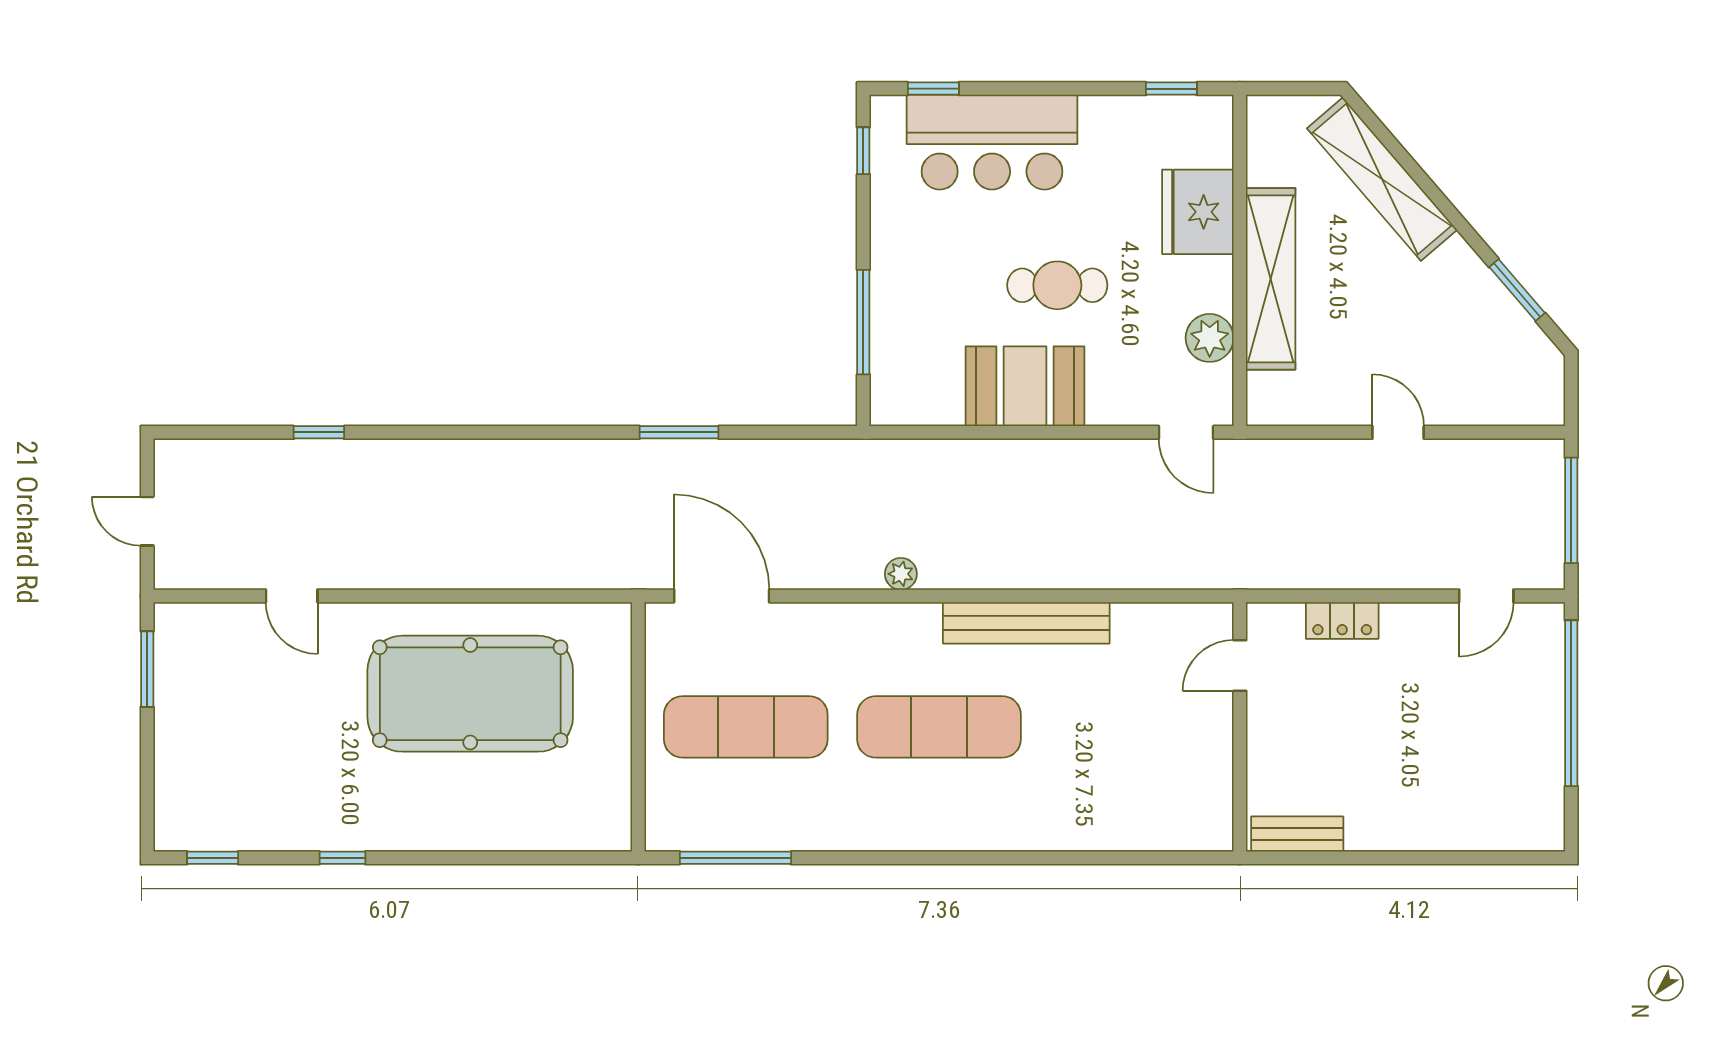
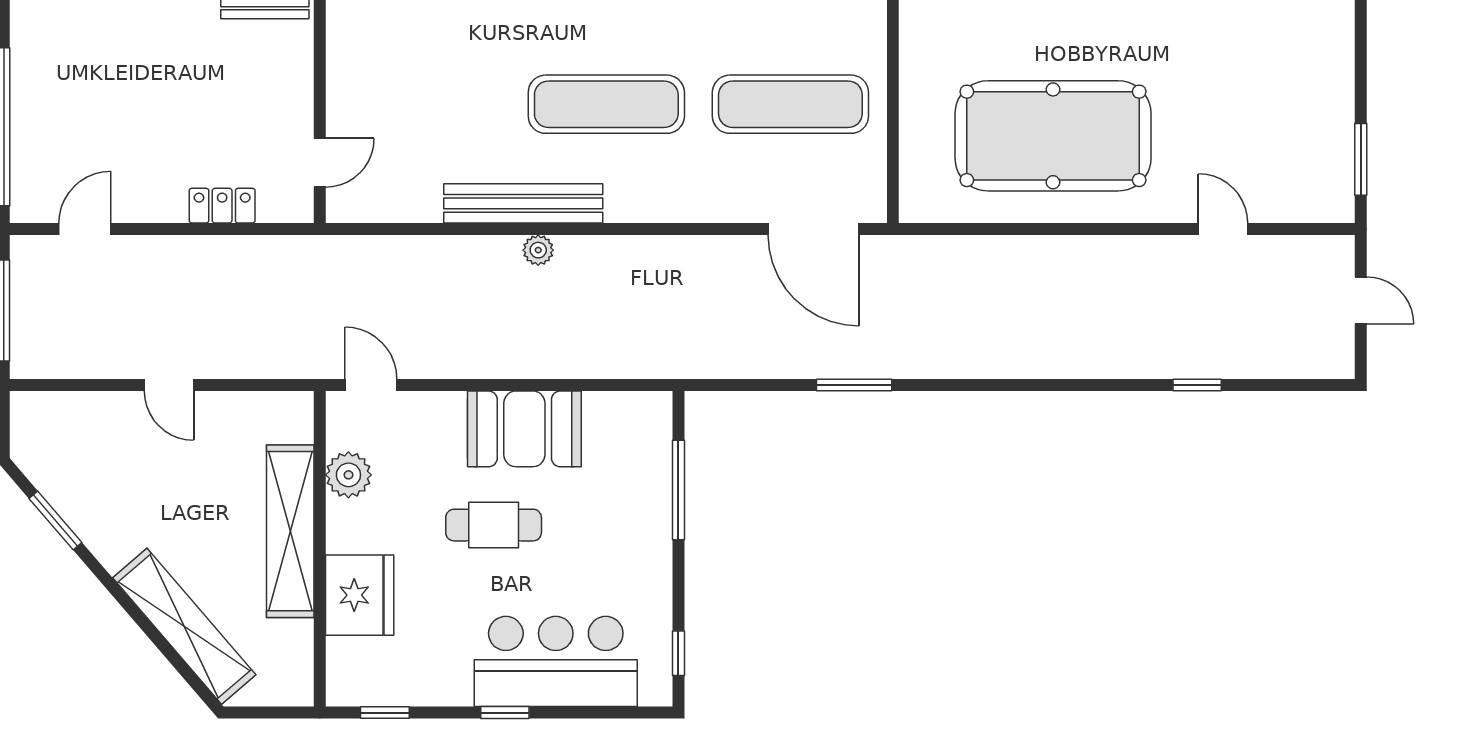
window: (933, 89) -> (505, 713), moved
plant: (901, 574) -> (538, 250), moved

